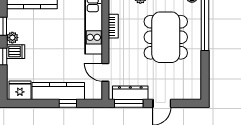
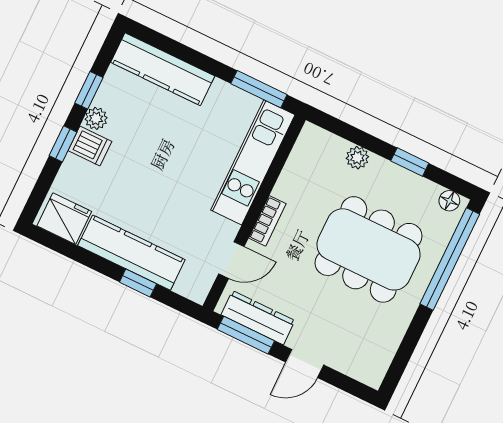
bookcase: (113, 26) -> (267, 221), moved
dining table: (166, 37) -> (369, 249), turned 90
door: (105, 72) -> (231, 260), swing flipped

